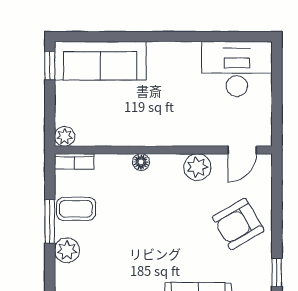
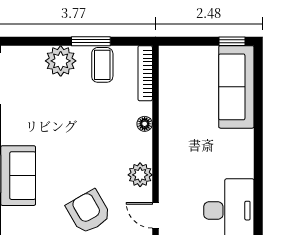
plant: (65, 136) -> (168, 55), removed
bookcase: (74, 161) -> (145, 73), width x1.56
plant: (67, 250) -> (61, 61), width x1.36, depth x1.36

